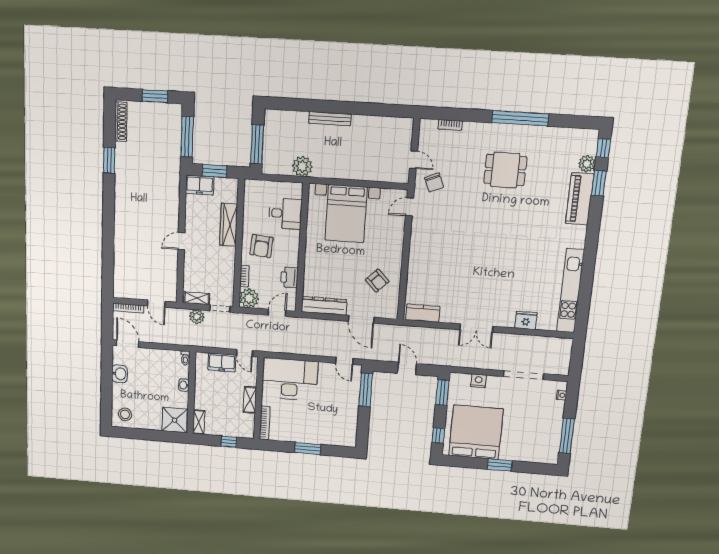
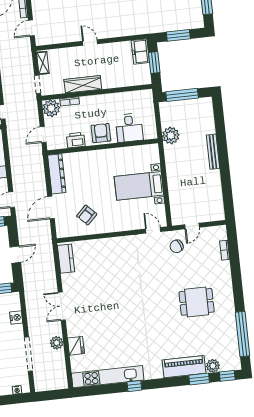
window: (520, 118) -> (242, 334), moved
window: (187, 137) -> (178, 35), width x0.69
dining table: (505, 170) -> (197, 302), turned 90
bed with nightstands: (346, 214) -> (139, 186), width x0.73
wardrobe: (229, 225) -> (83, 84), moved
armchair: (262, 246) -> (101, 133), moved, turned 85
window: (589, 262) -> (134, 386), added
door: (277, 313) -> (43, 135), swing flipped
plant: (197, 317) -> (57, 343), moved

